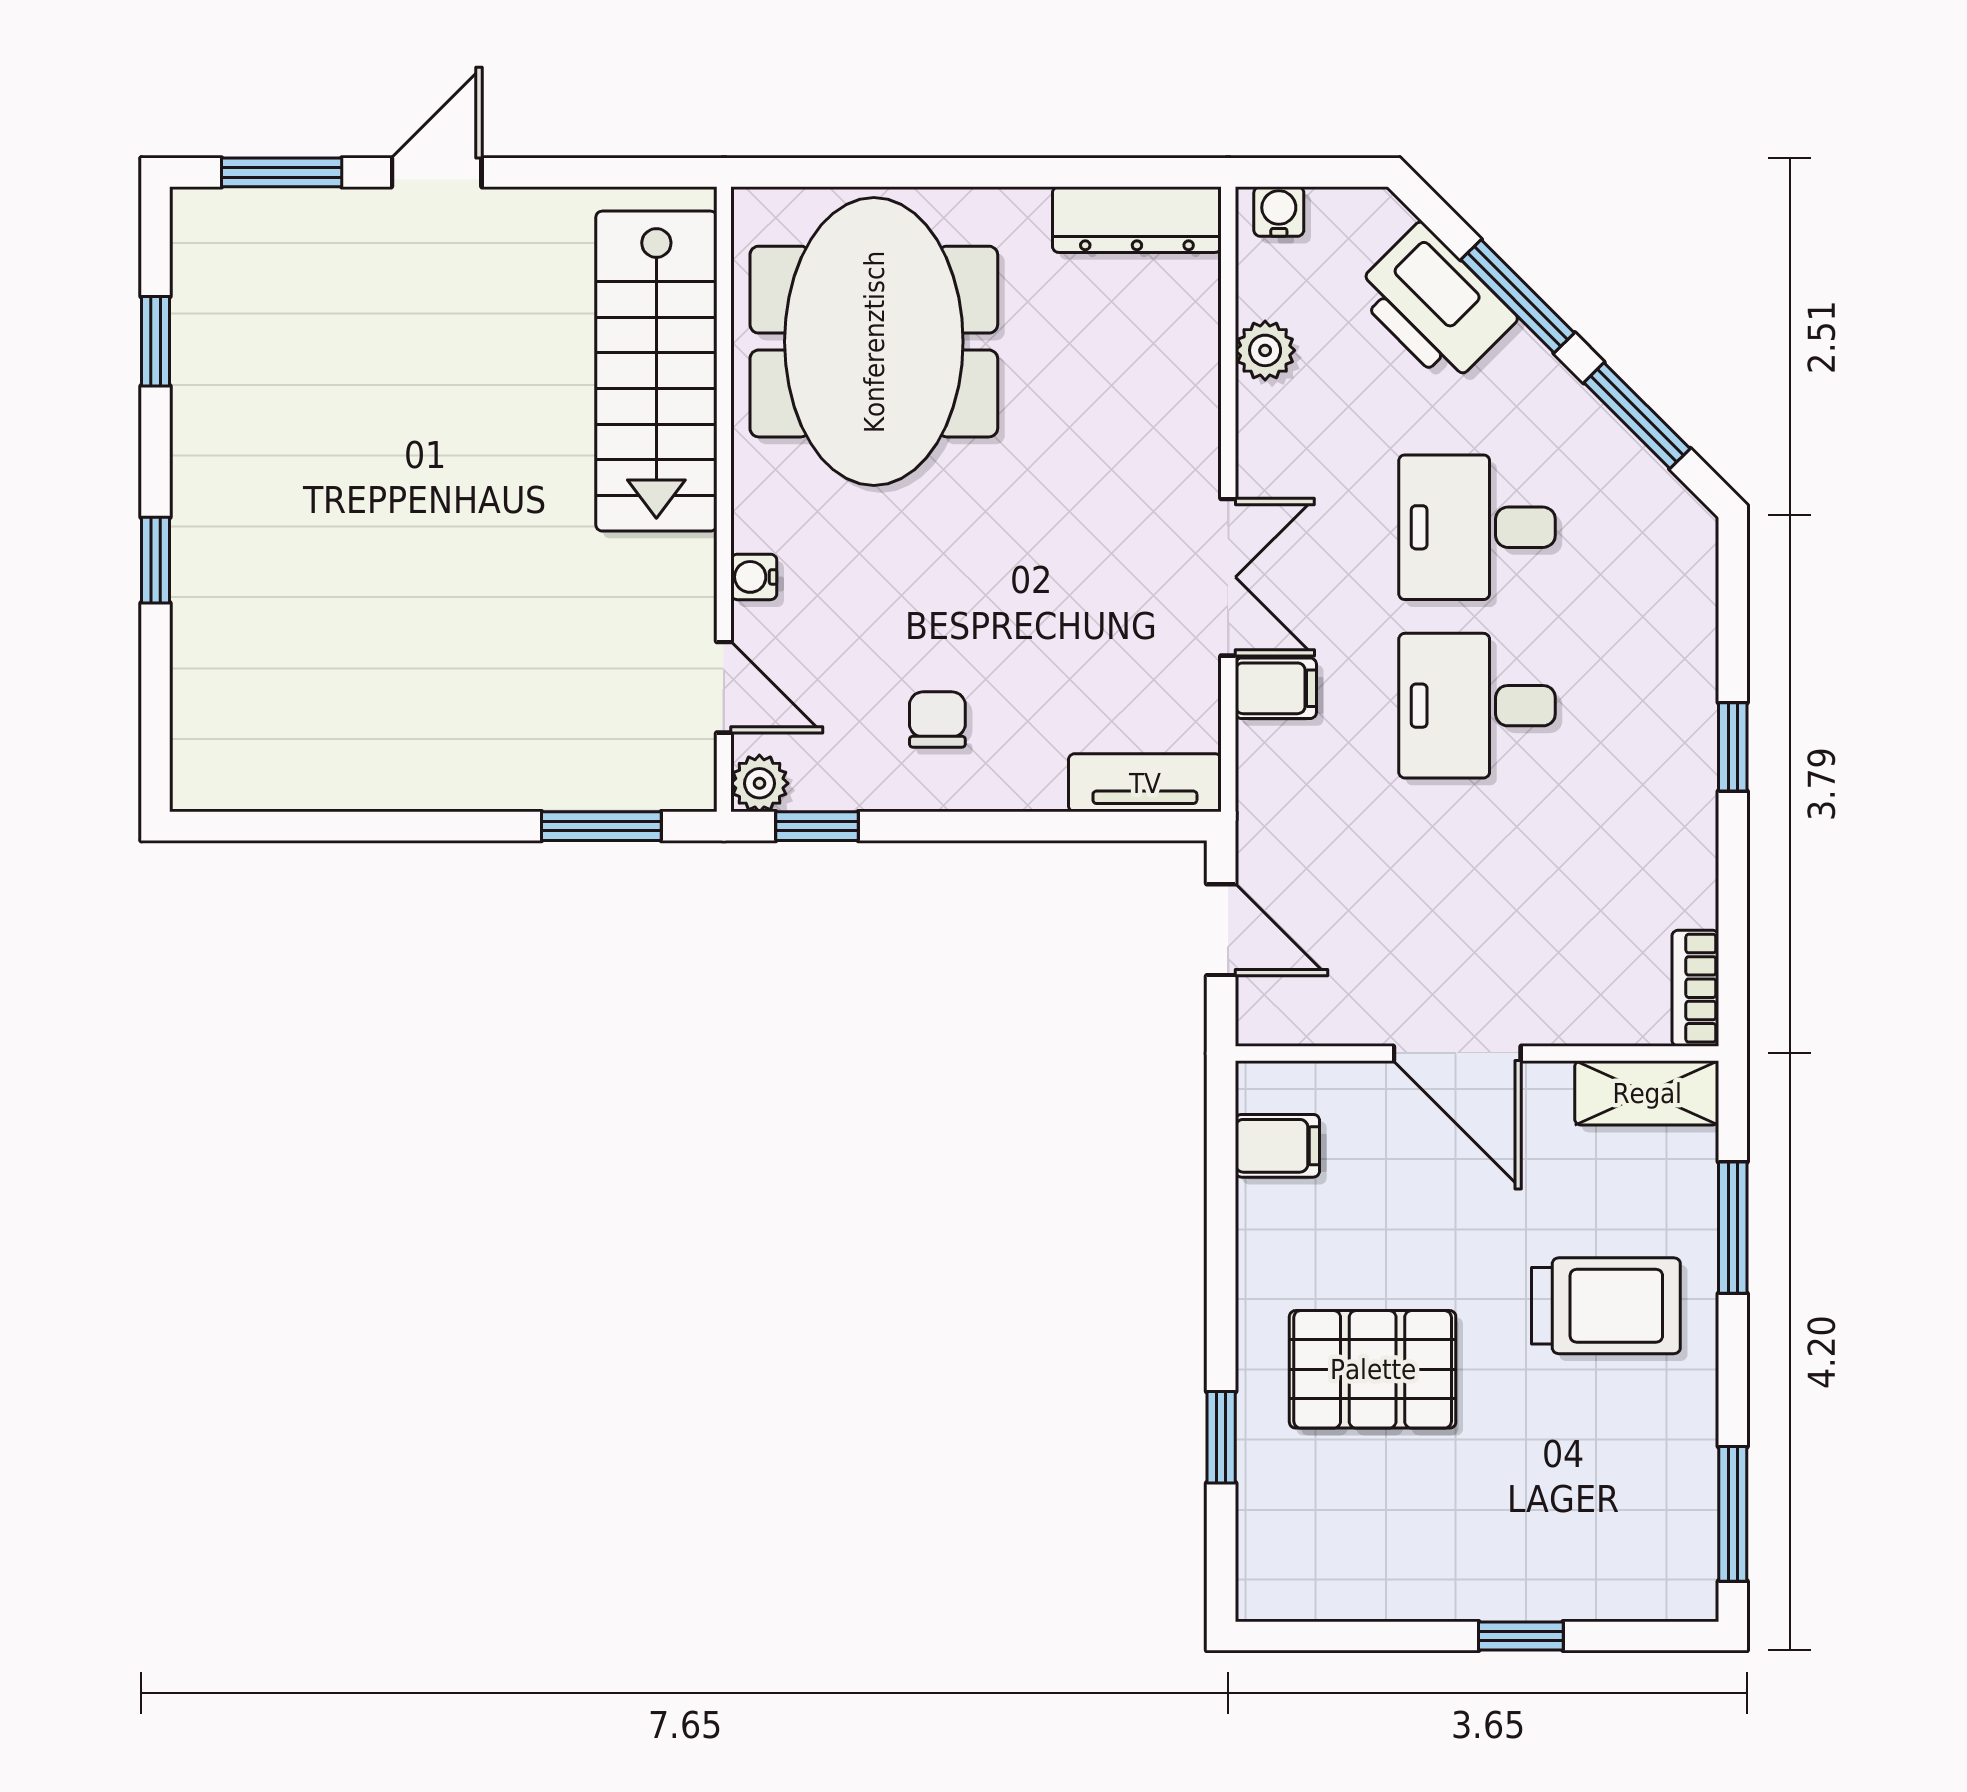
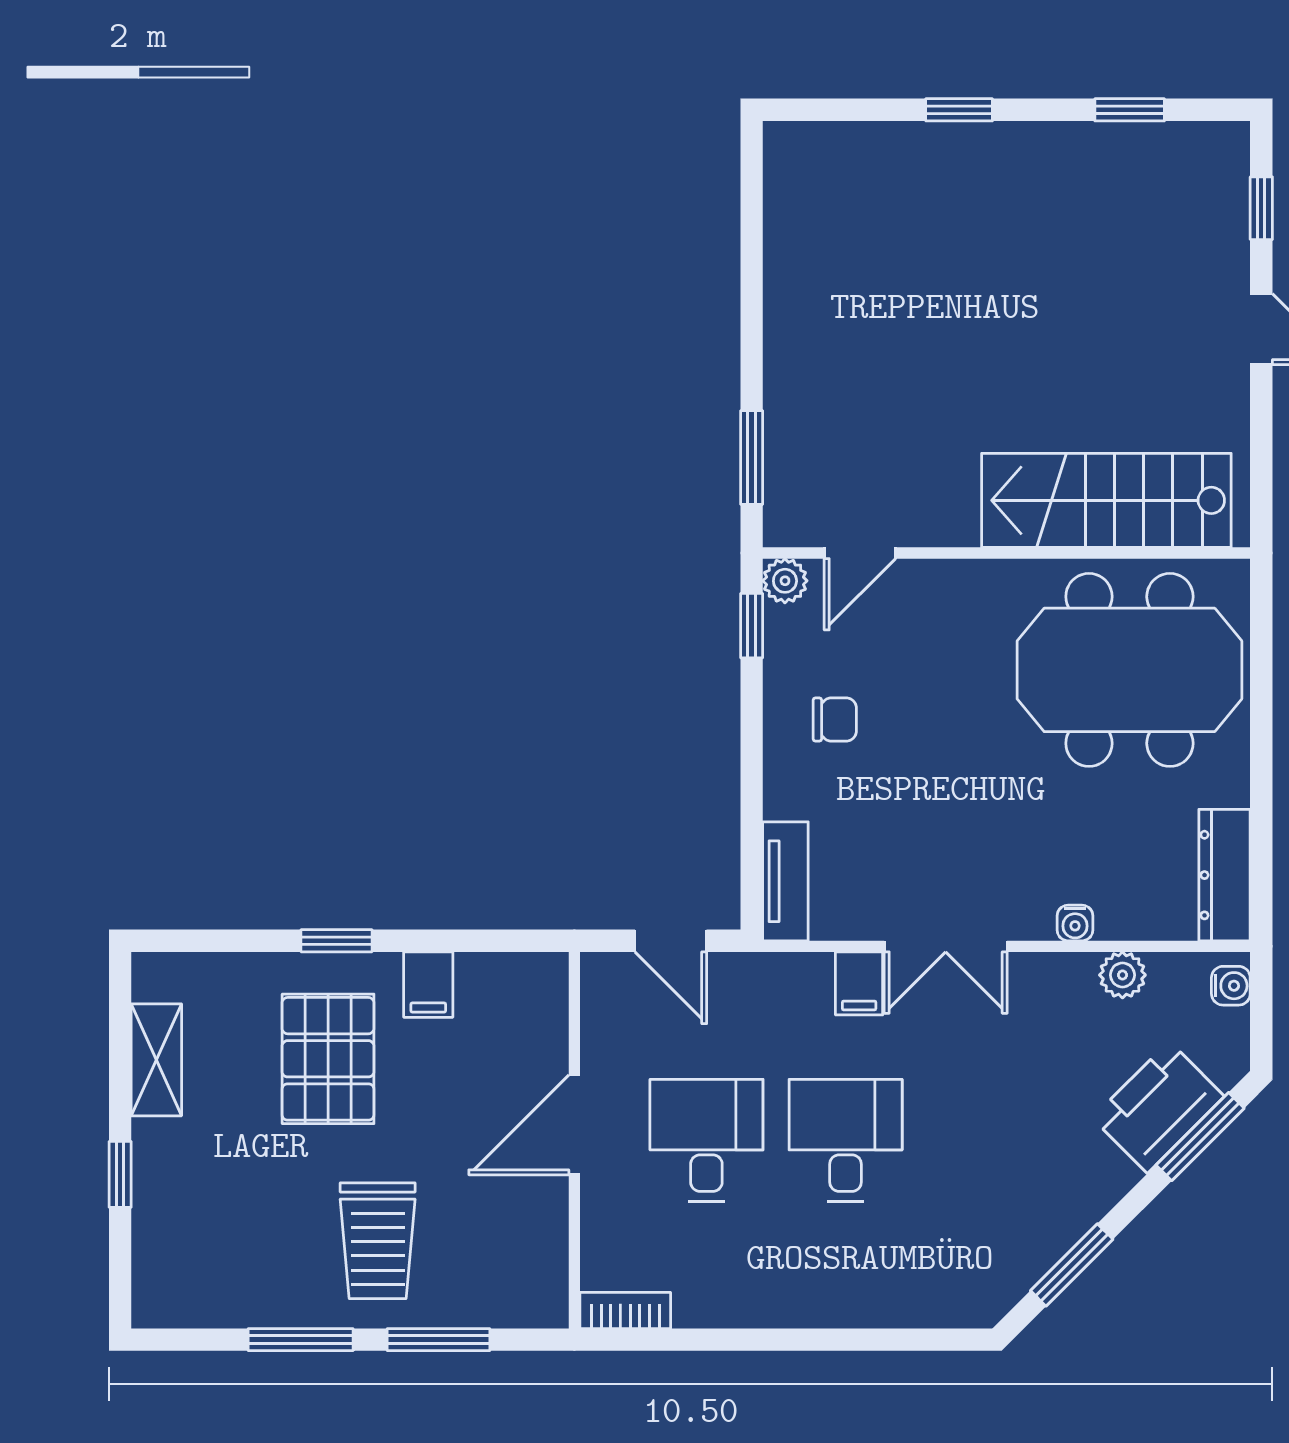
window: (282, 172) -> (1261, 208), width x0.67
window: (1518, 296) -> (1200, 1137), moved
desk: (1477, 527) -> (706, 1140), moved
water cooler: (754, 577) -> (1075, 923), moved, turned 180
window: (1733, 747) -> (813, 1340), removed
door: (1221, 930) -> (671, 941), hinge flipped
shelving: (1647, 1093) -> (156, 1060), moved
filing cabinet: (1277, 1146) -> (428, 985), moved
window: (1221, 1437) -> (337, 941), moved
window: (1733, 1514) -> (301, 1340), moved

